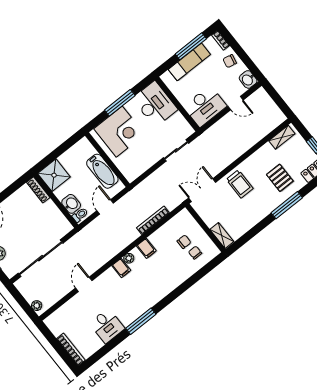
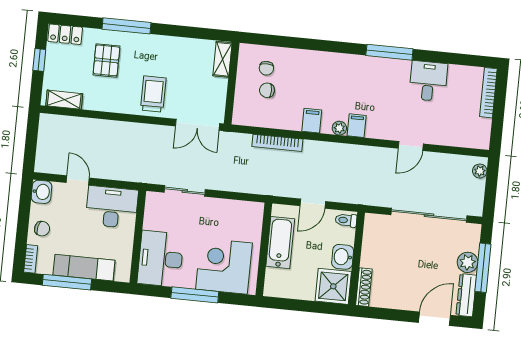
washbasin: (71, 204) -> (343, 257), moved

